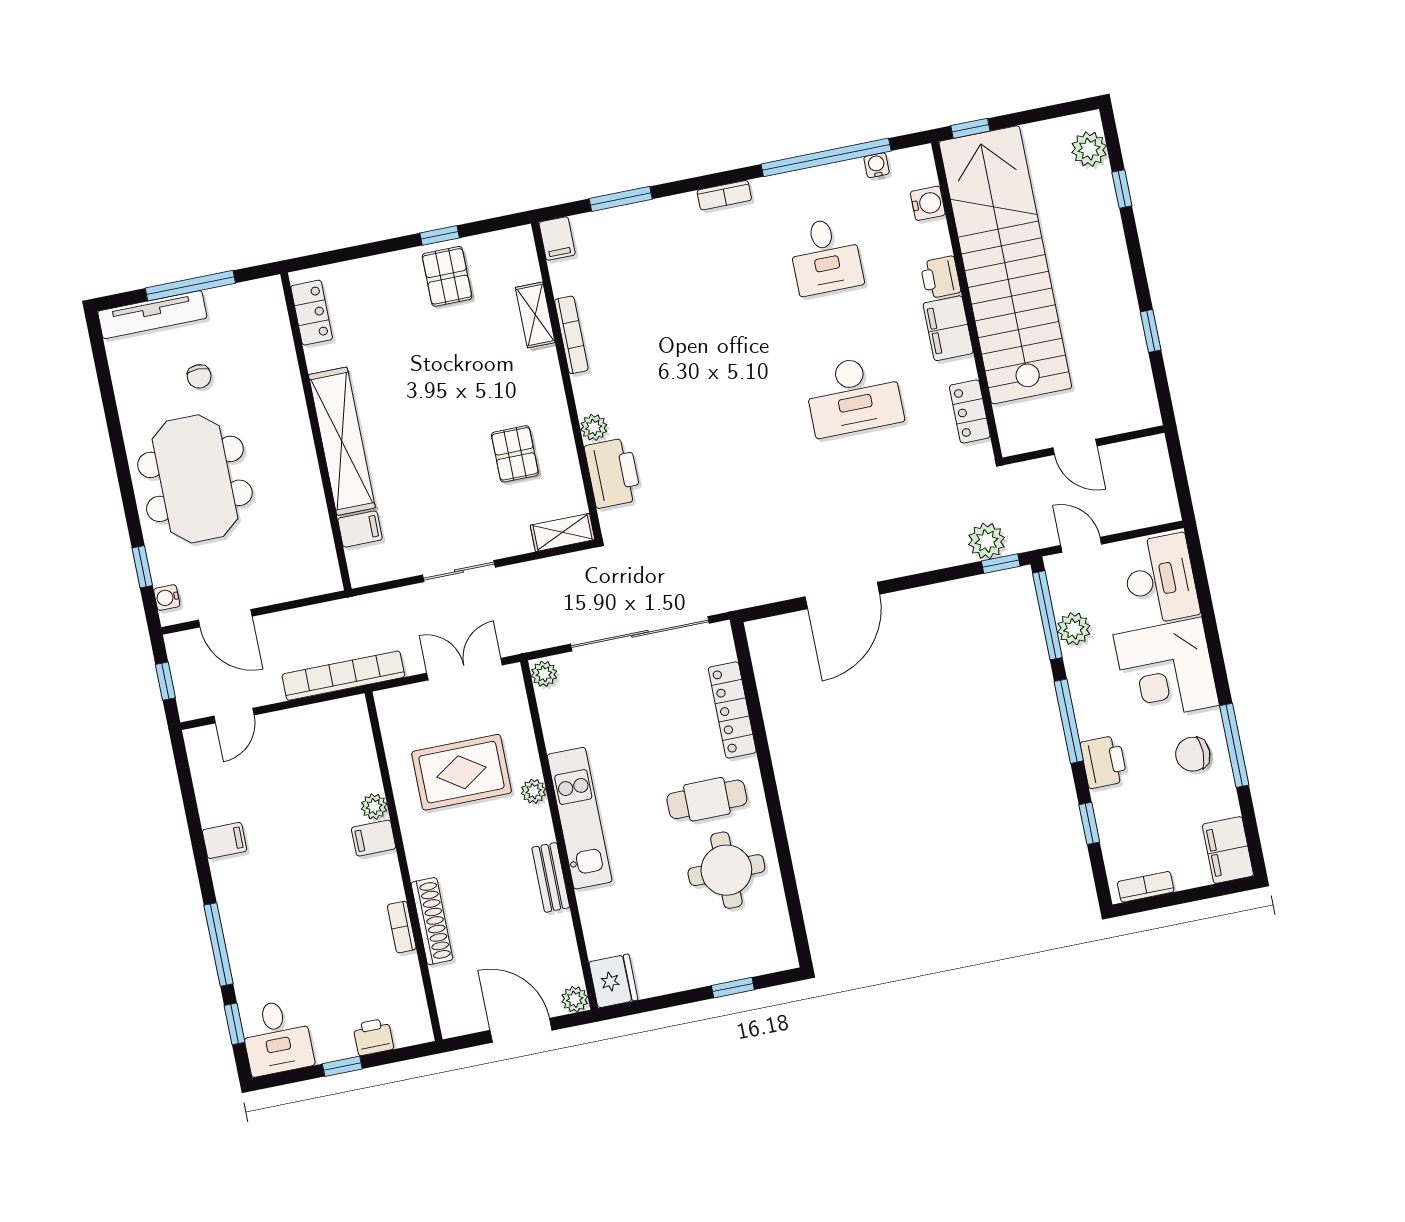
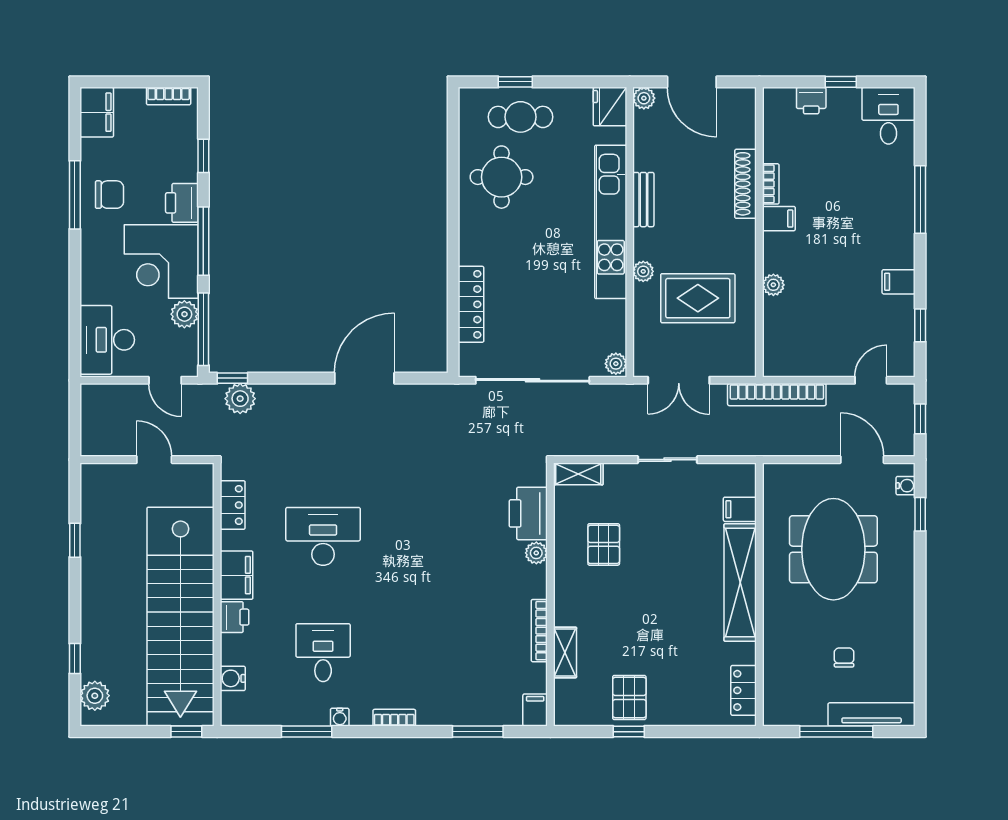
window: (826, 157) -> (307, 732), width x0.47
water cooler: (877, 165) -> (340, 717), moved
meeting table: (195, 479) -> (833, 549), moved
corner desk: (1166, 670) -> (161, 261), moved, turned 180
cafe table: (707, 799) -> (520, 117), moved
kitchen unit: (580, 818) -> (611, 222), width x1.36
filing cabinet: (374, 838) -> (779, 219), moved
window: (235, 1024) -> (920, 325), moved

